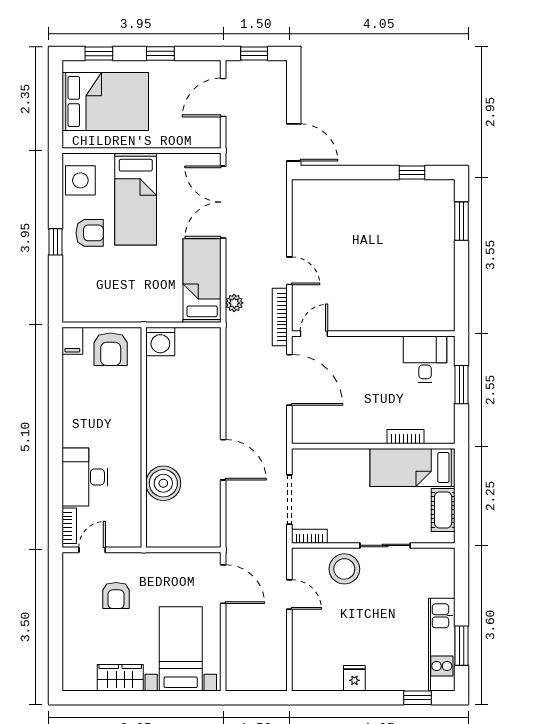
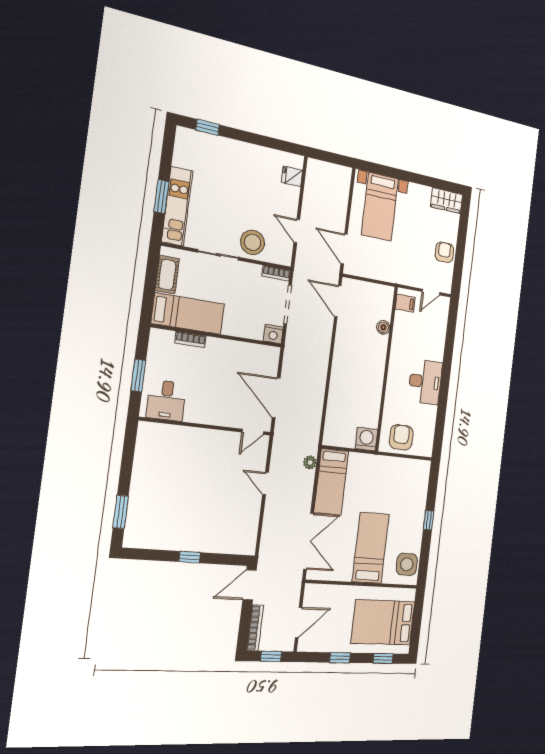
door: (294, 142) -> (250, 585), hinge flipped
window: (412, 173) -> (190, 557), moved
armchair: (90, 233) -> (405, 525), removed
bookcase: (280, 317) -> (255, 628), moved
filing cabinet: (72, 341) -> (405, 303), moved, turned 90
nightstand: (303, 459) -> (273, 334), added
door: (223, 460) -> (338, 301), moved
desk: (85, 477) -> (425, 382), moved
boiler: (163, 483) -> (383, 327), width x0.54, depth x0.54
bookcase: (69, 526) -> (444, 312), removed
armchair: (116, 596) -> (444, 252), moved
kitchen unit: (442, 645) -> (177, 206), moved
window: (461, 646) -> (162, 197), moved
wardrobe: (120, 678) -> (446, 200), moved
fridge: (354, 678) -> (292, 176), moved, turned 90

